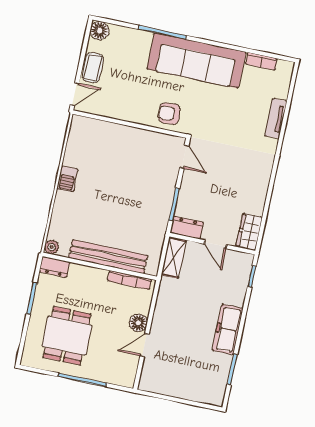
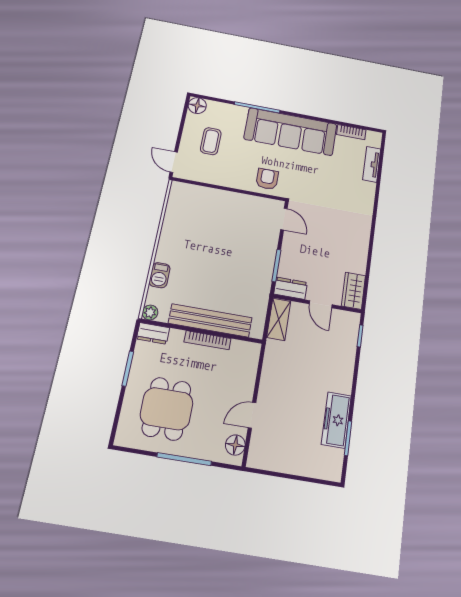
coffee table: (93, 68) -> (211, 141), moved
door: (75, 94) -> (174, 162), swing flipped
armchair: (169, 113) -> (267, 179), turned 94
tv unit: (276, 118) -> (372, 164), moved
barbecue: (67, 179) -> (160, 275), moved
bookcase: (130, 280) -> (208, 340), moved
floor lamp: (138, 323) -> (235, 445), moved
freezer: (228, 329) -> (336, 420), moved

